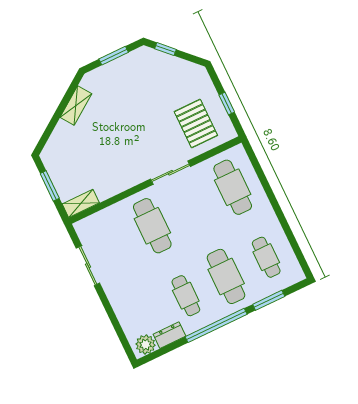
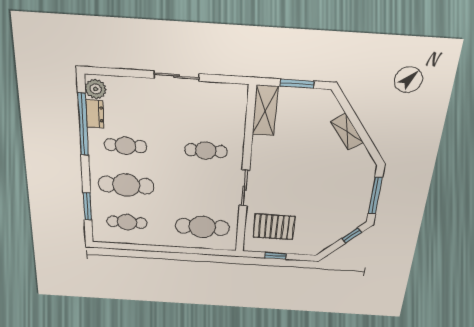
window: (114, 56) -> (375, 196), width x1.44
shelving: (76, 105) -> (347, 132), moved
shelving: (81, 203) -> (265, 111), width x1.50, depth x1.33
cafe table: (152, 226) -> (206, 151), width x0.73, depth x0.74
sliding door: (88, 266) -> (176, 76), moved
window: (216, 325) -> (83, 125), moved

